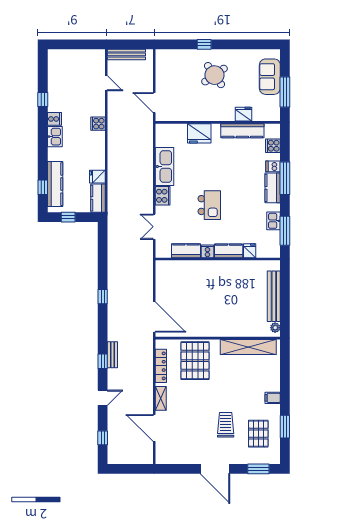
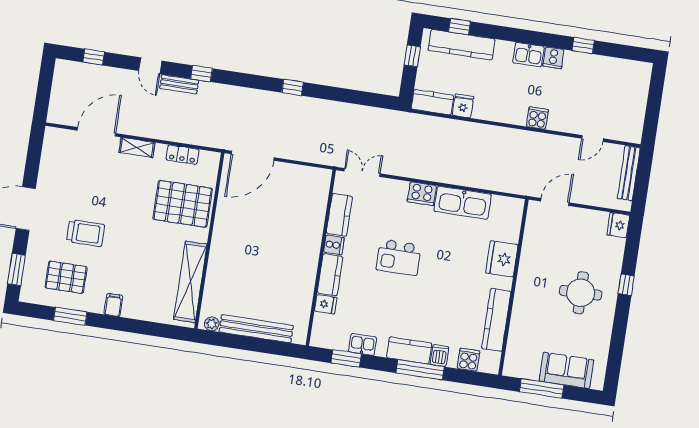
round table: (214, 75) -> (581, 293), turned 34
fridge: (243, 114) -> (618, 225), moved, turned 180
double door: (154, 227) -> (362, 172), moved
window: (285, 231) -> (346, 358), width x0.69
bench: (112, 355) -> (179, 84), moved
locker: (161, 366) -> (183, 155), width x0.66

